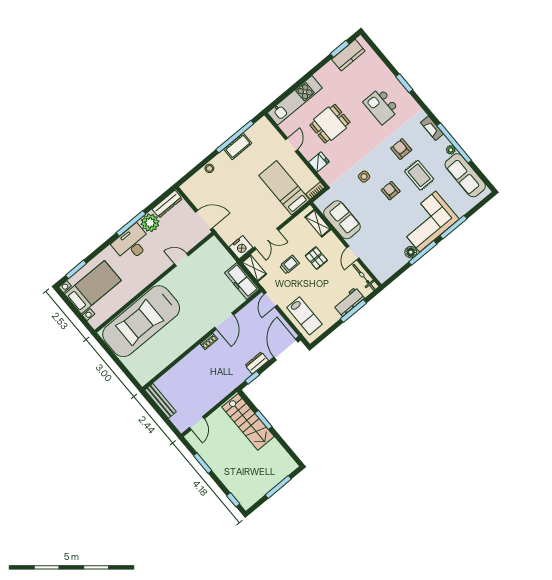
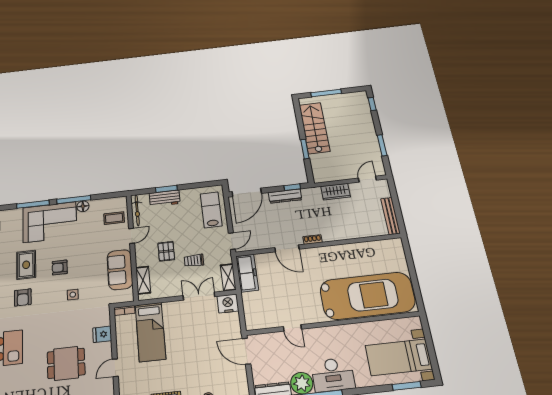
armchair: (391, 191) -> (60, 268), turned 90
coffee table: (378, 259) -> (114, 218), added
window: (353, 311) -> (166, 189), width x0.69
door: (224, 321) -> (287, 248), swing flipped
dresser: (257, 363) -> (285, 196), width x1.44
wardrobe: (215, 396) -> (336, 192), added
stairs: (248, 422) -> (314, 128), moved

